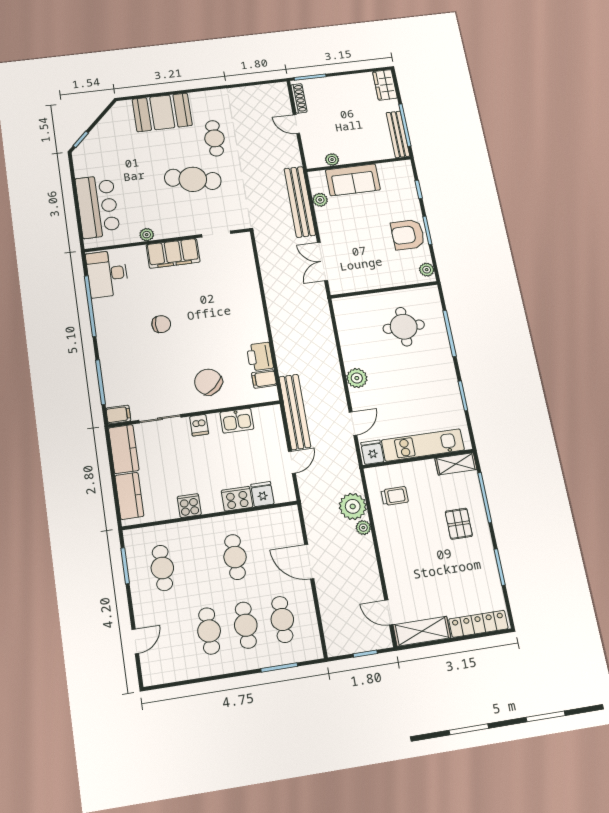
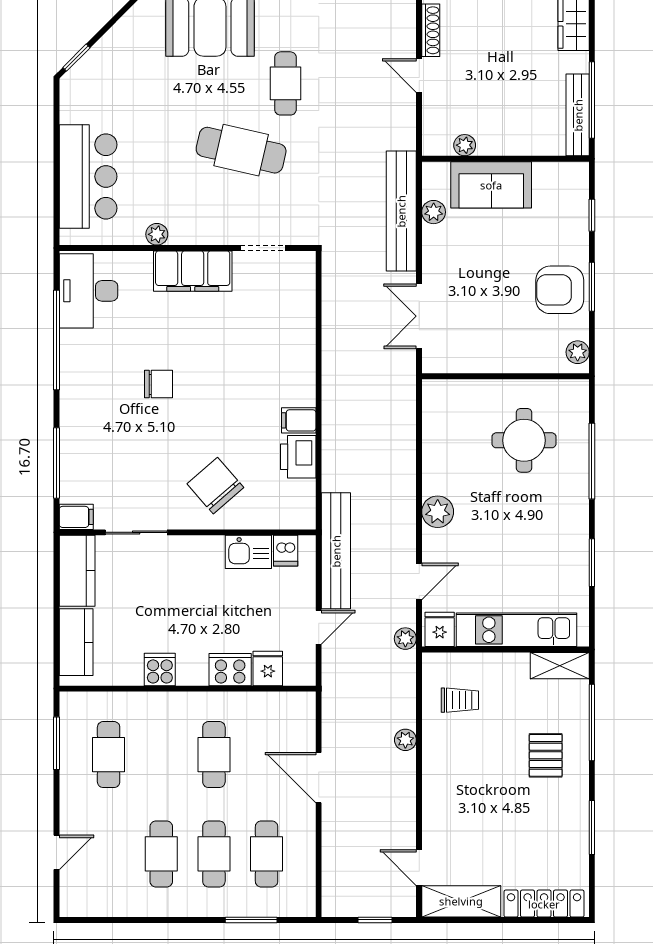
filing cabinet: (264, 379) -> (299, 420), moved
dishwasher: (199, 425) -> (286, 551), moved
plant: (353, 506) -> (405, 639), moved, width x0.53, depth x0.53

